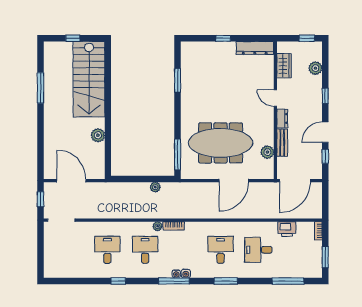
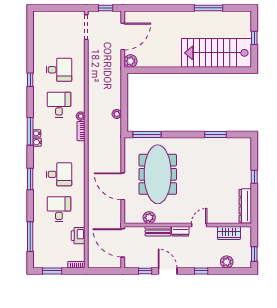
plant: (98, 135) -> (131, 61), moved
desk: (145, 250) -> (59, 105), turned -90

